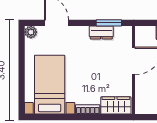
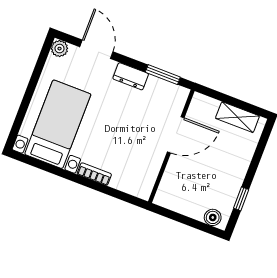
dresser: (101, 32) -> (131, 76), moved
wardrobe: (116, 105) -> (132, 183), removed

